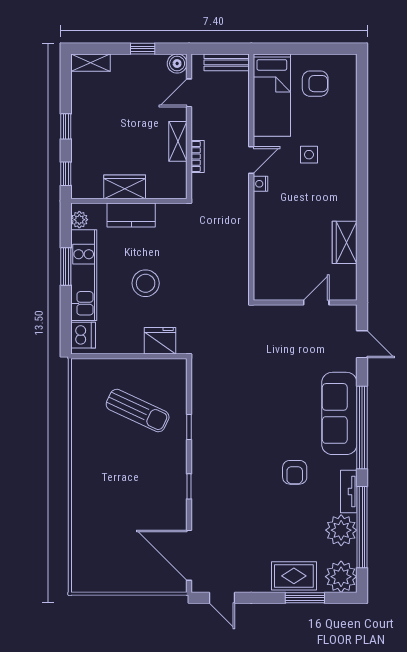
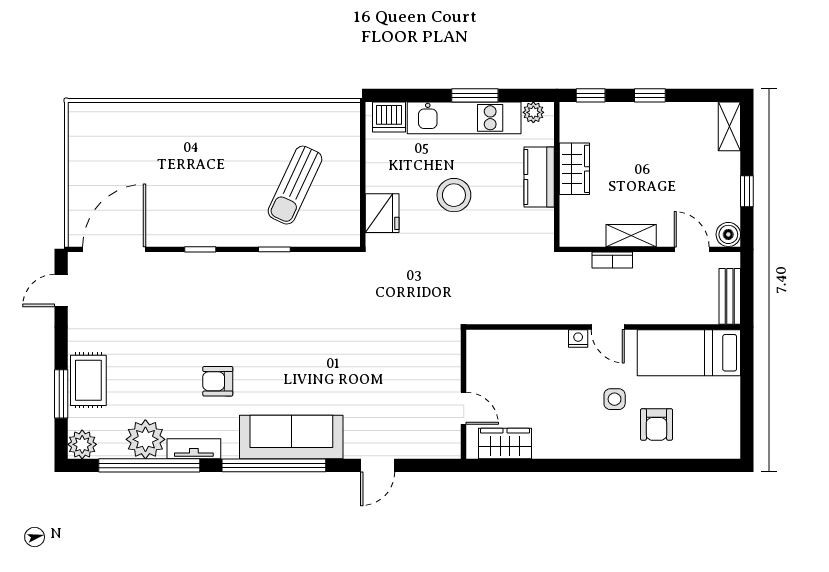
armchair: (315, 84) -> (657, 424), moved
wall: (305, 302) -> (464, 394), moved
door: (316, 302) -> (464, 408), moved
plant: (341, 577) -> (82, 444), width x0.73, depth x0.73

